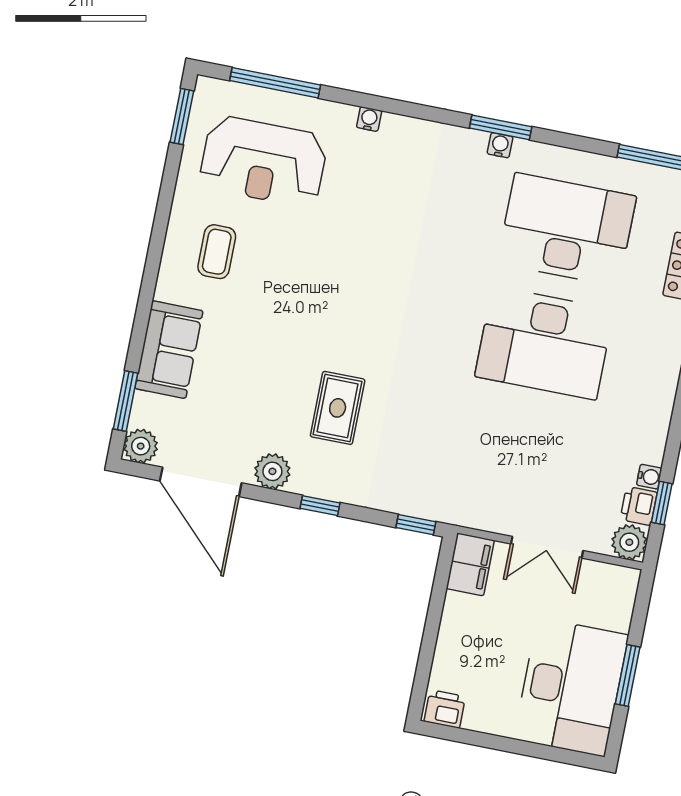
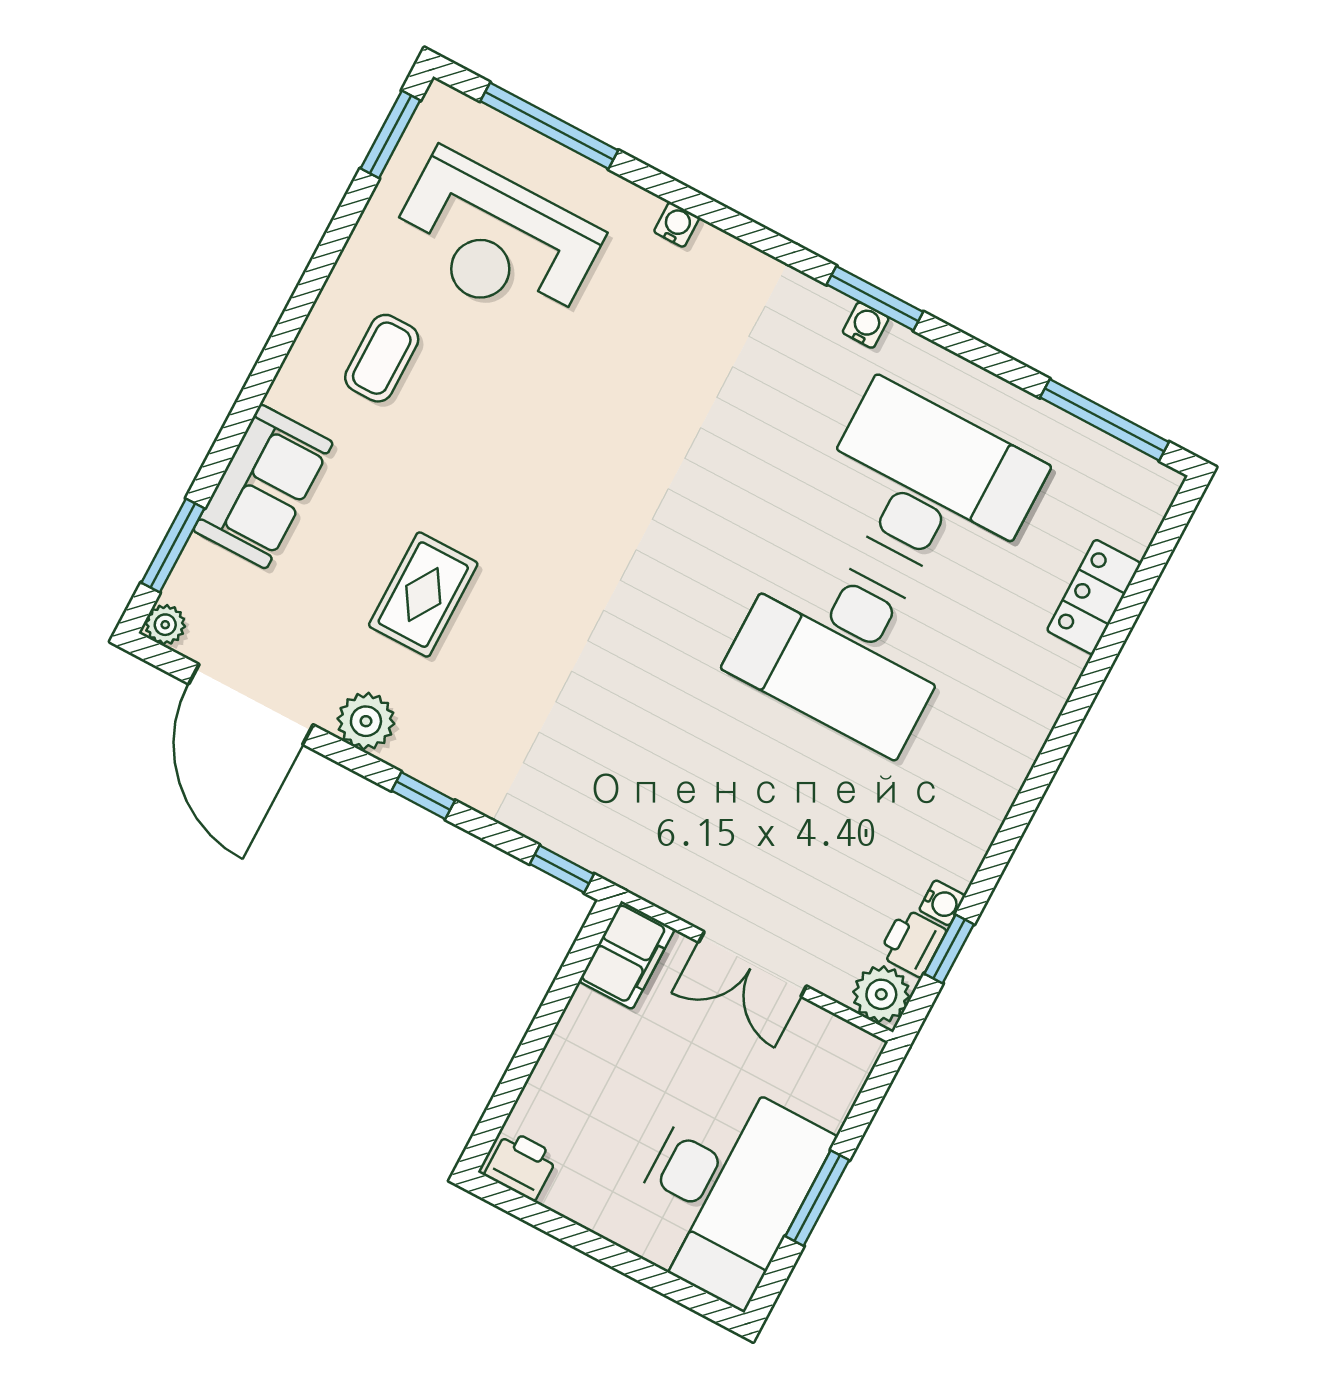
rug: (338, 408) -> (423, 595), moved
plant: (141, 446) -> (165, 625), width x0.73, depth x0.73

